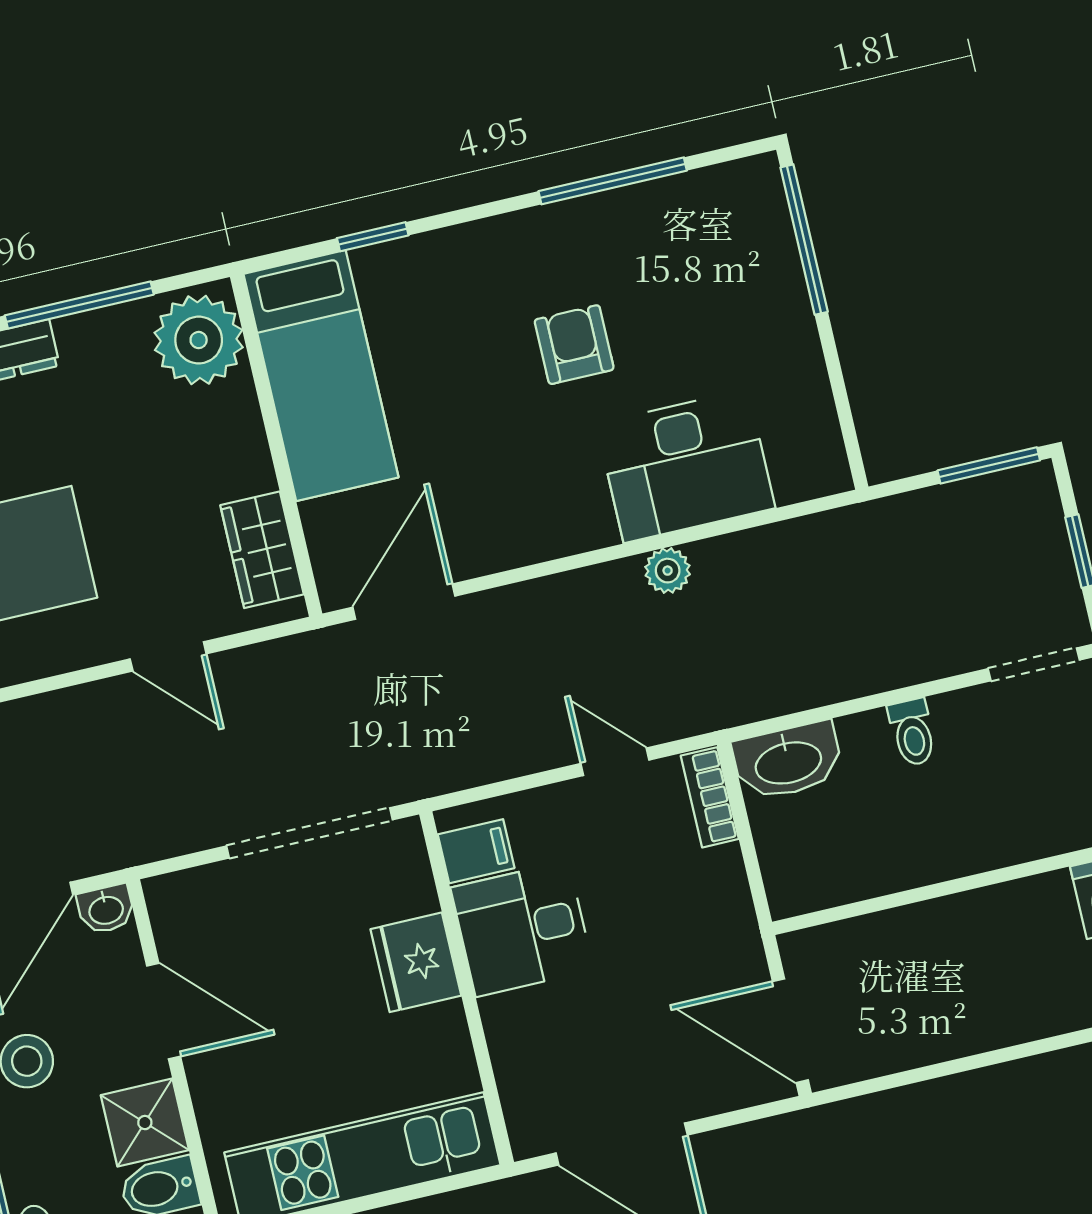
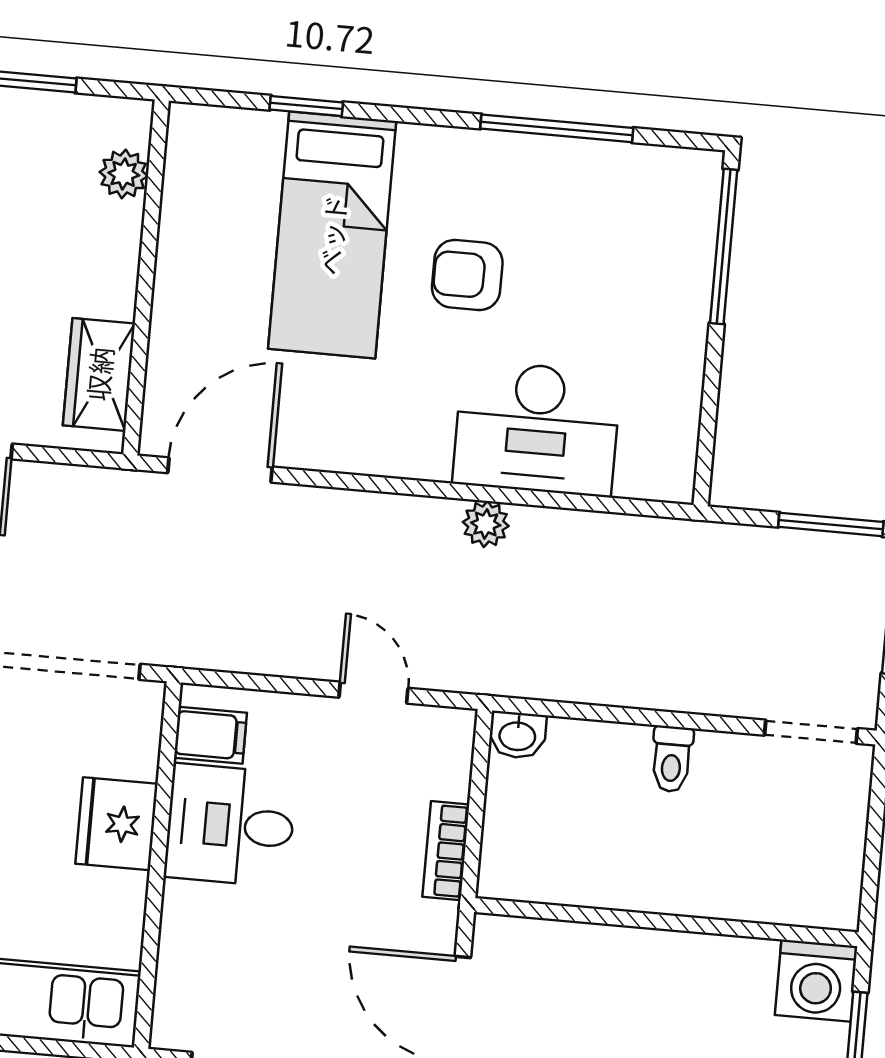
plant: (199, 340) -> (124, 174), width x0.53, depth x0.53
armchair: (574, 345) -> (467, 275), turned -90
bed: (321, 376) -> (332, 235), moved
washbasin: (788, 761) -> (517, 735), width x0.52, depth x0.69
bookcase: (710, 797) -> (446, 851), moved

